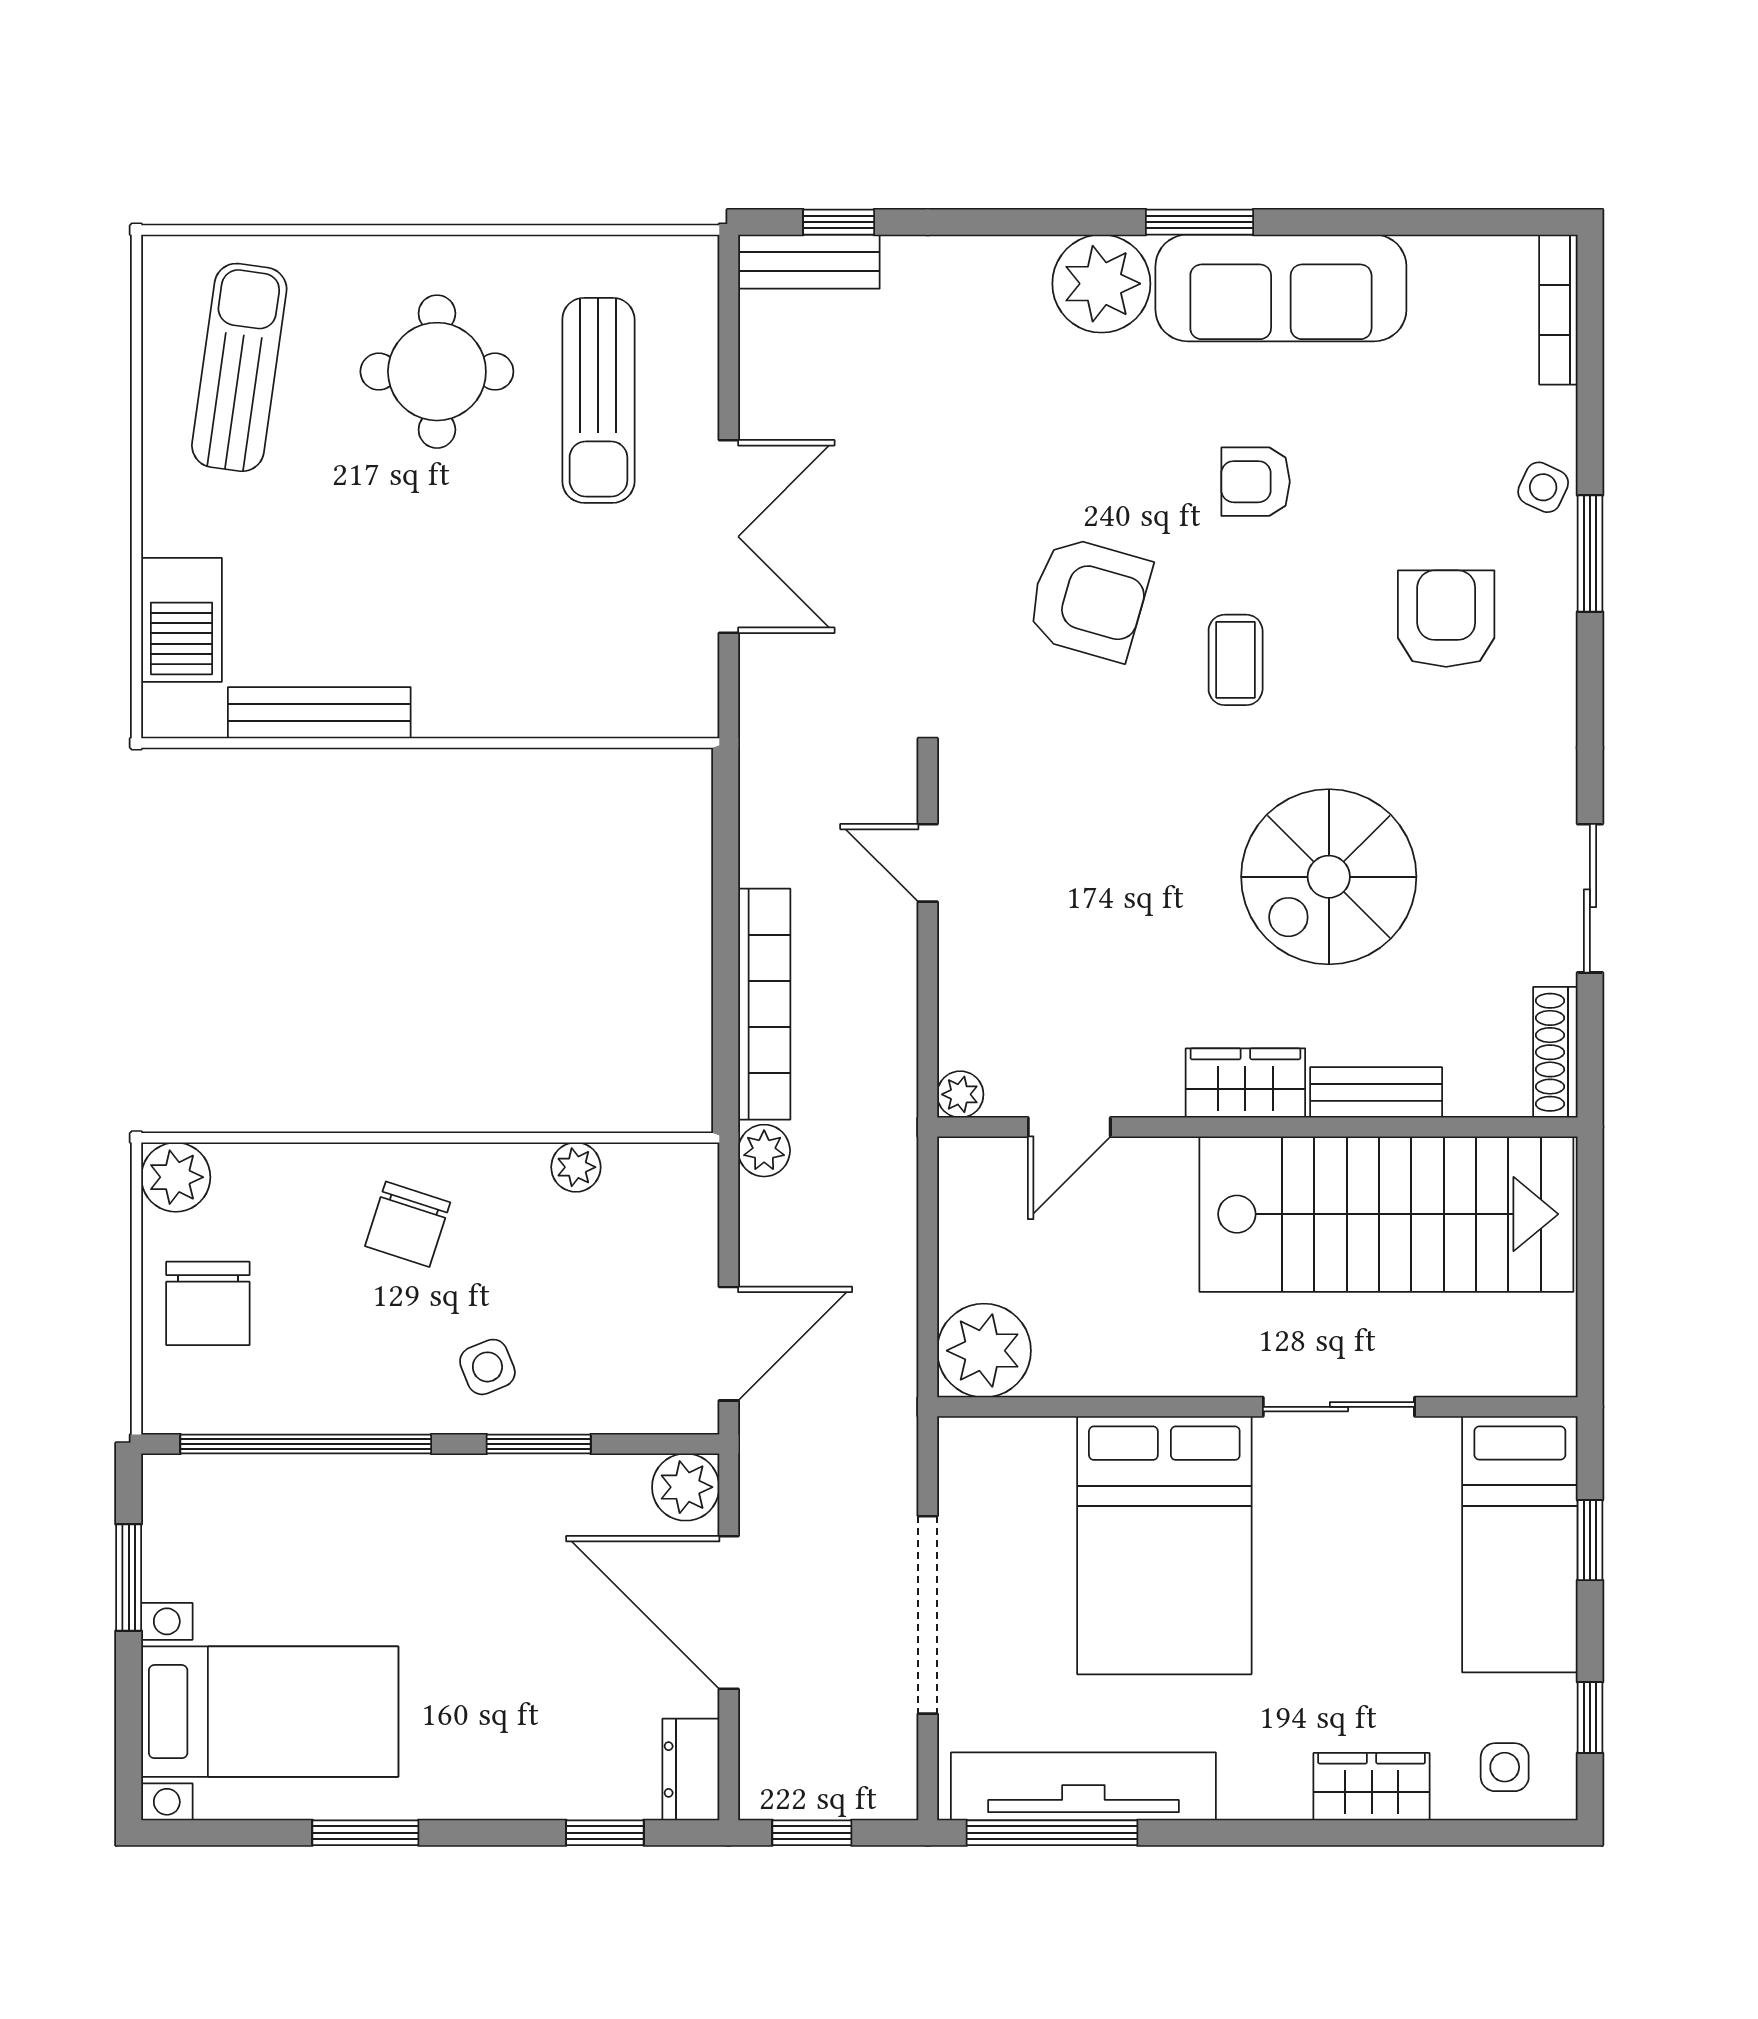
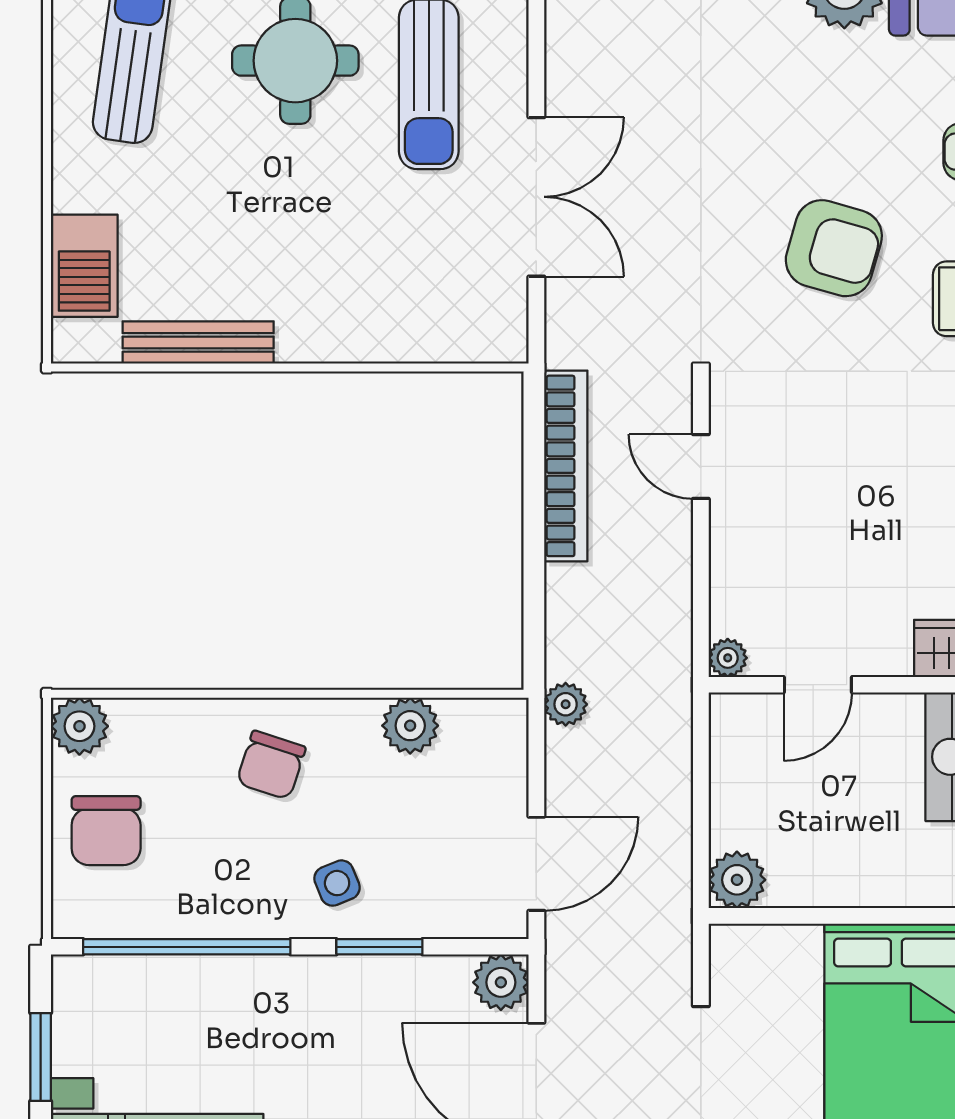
bookcase: (764, 1004) -> (566, 466), moved
plant: (576, 1167) -> (410, 726), width x1.38, depth x1.38
plant: (984, 1351) -> (737, 880), width x0.73, depth x0.73

